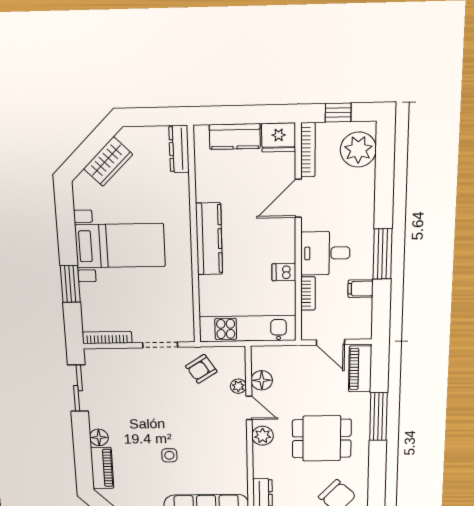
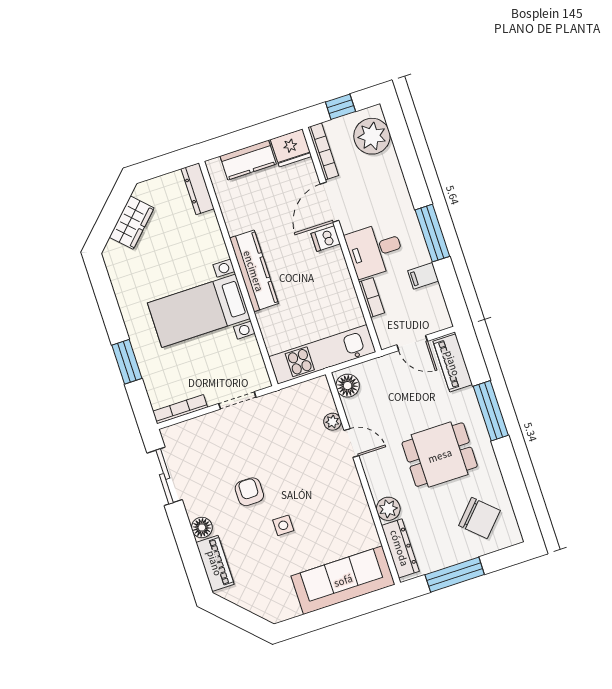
bed with nightstands: (120, 246) -> (199, 311), moved, turned 180
dishwasher: (284, 272) -> (326, 239), moved
armchair: (201, 369) -> (249, 492), moved, turned 123
floor lamp: (262, 380) -> (348, 386), moved
plant: (263, 436) -> (388, 509), moved

